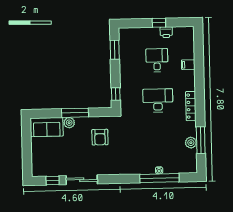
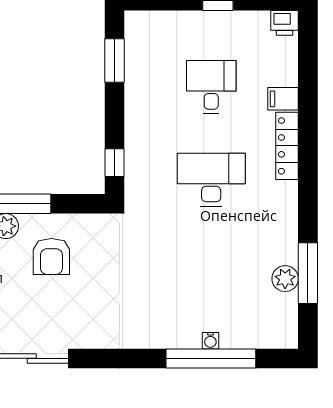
printer: (166, 32) -> (285, 23), moved
locker: (191, 106) -> (287, 146), moved
armchair: (100, 137) -> (51, 257), moved

